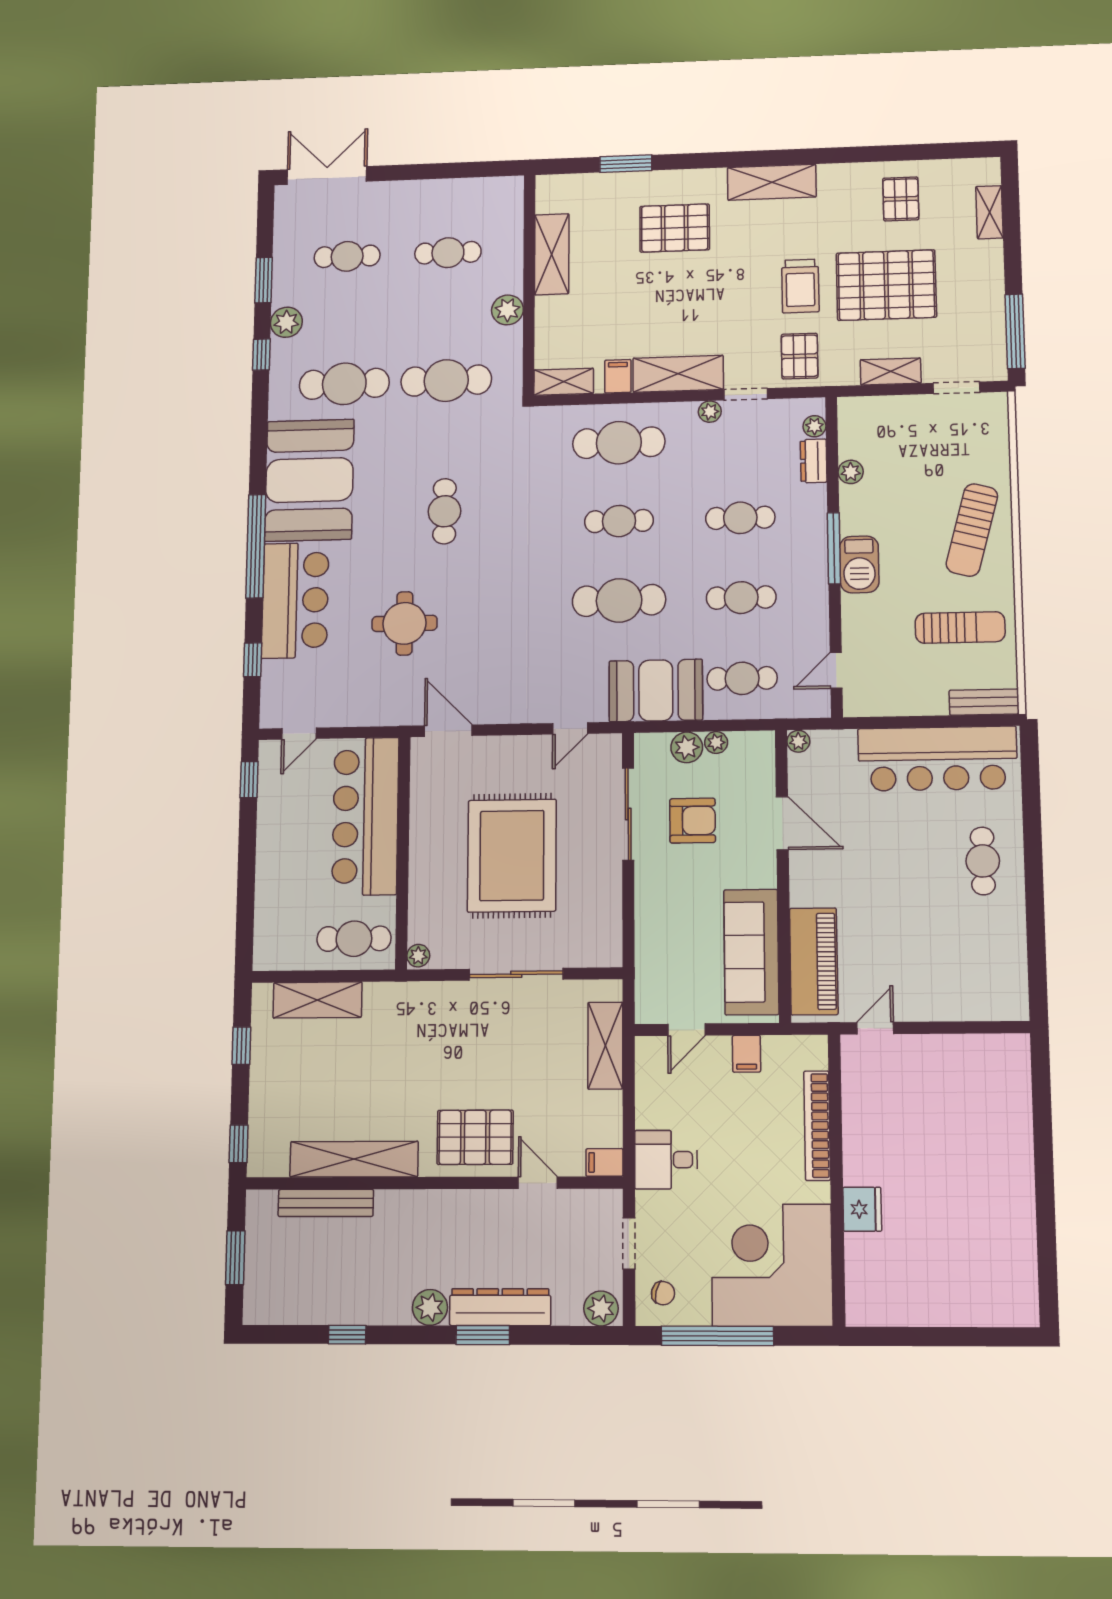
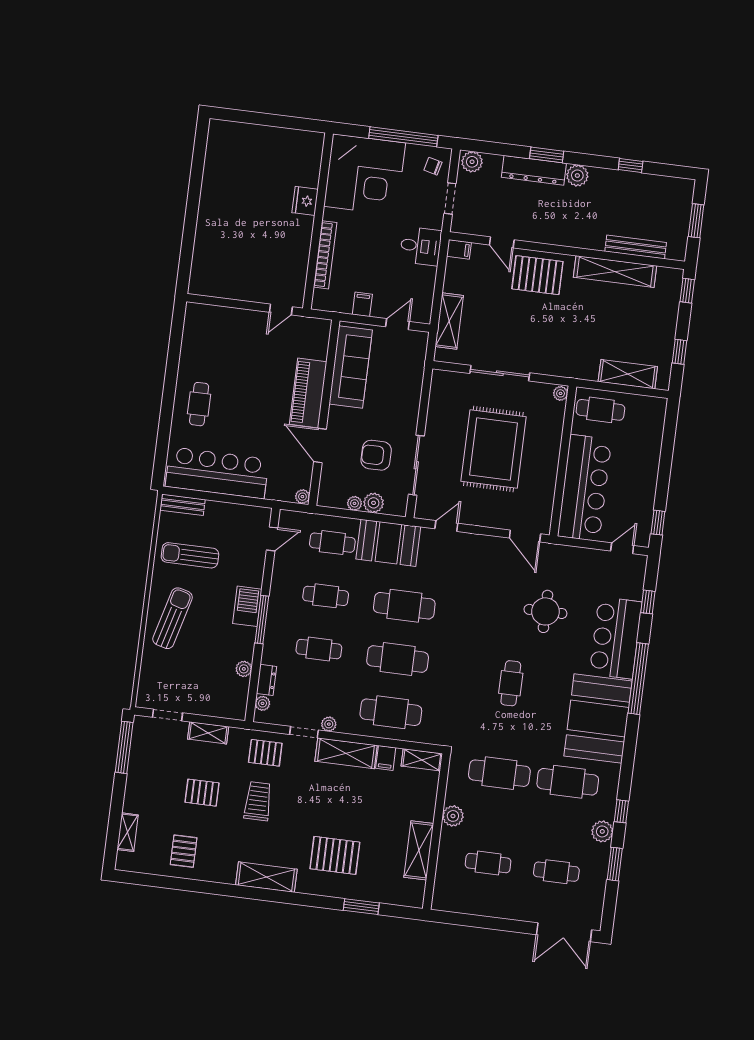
pallet: (886, 285) -> (202, 793), width x0.49, depth x0.50
pallet: (800, 356) -> (265, 753), turned 90
cafe table: (619, 521) -> (398, 659), width x1.37, depth x1.35
piano: (814, 961) -> (308, 393), moved

